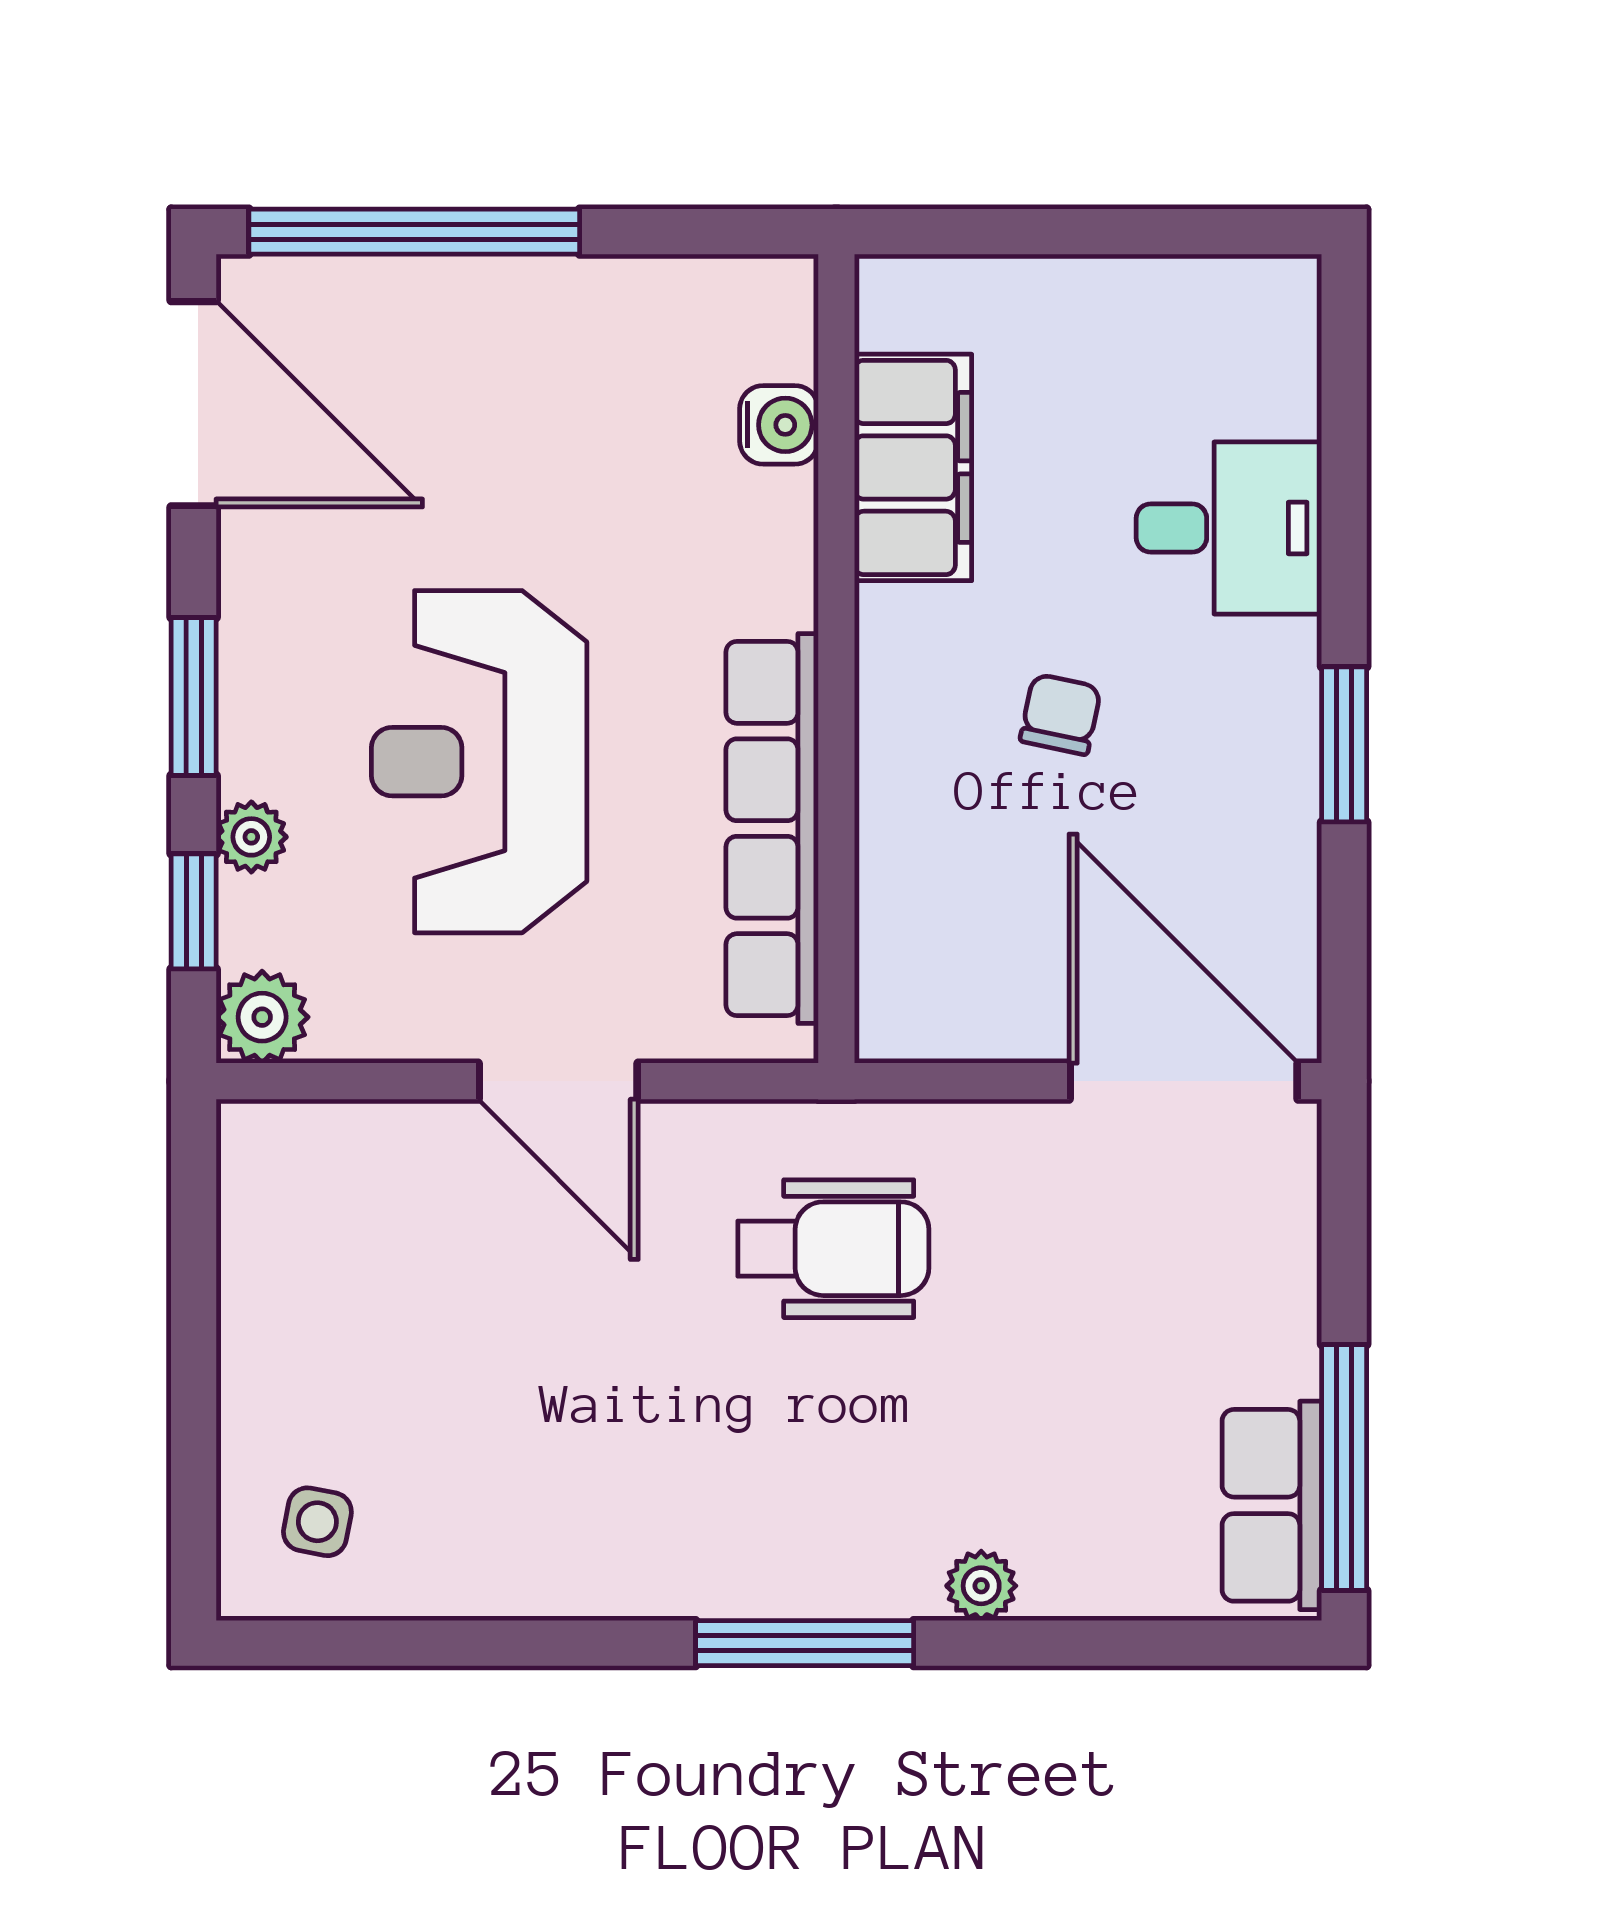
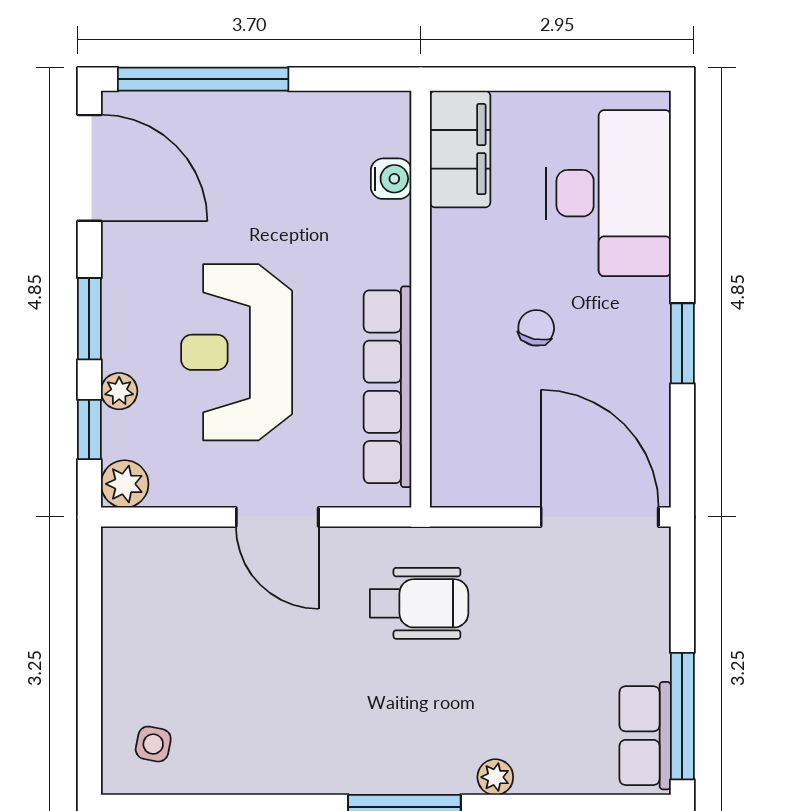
filing cabinet: (913, 467) -> (460, 149), moved
desk: (1229, 528) -> (609, 193), width x1.87, depth x1.30

